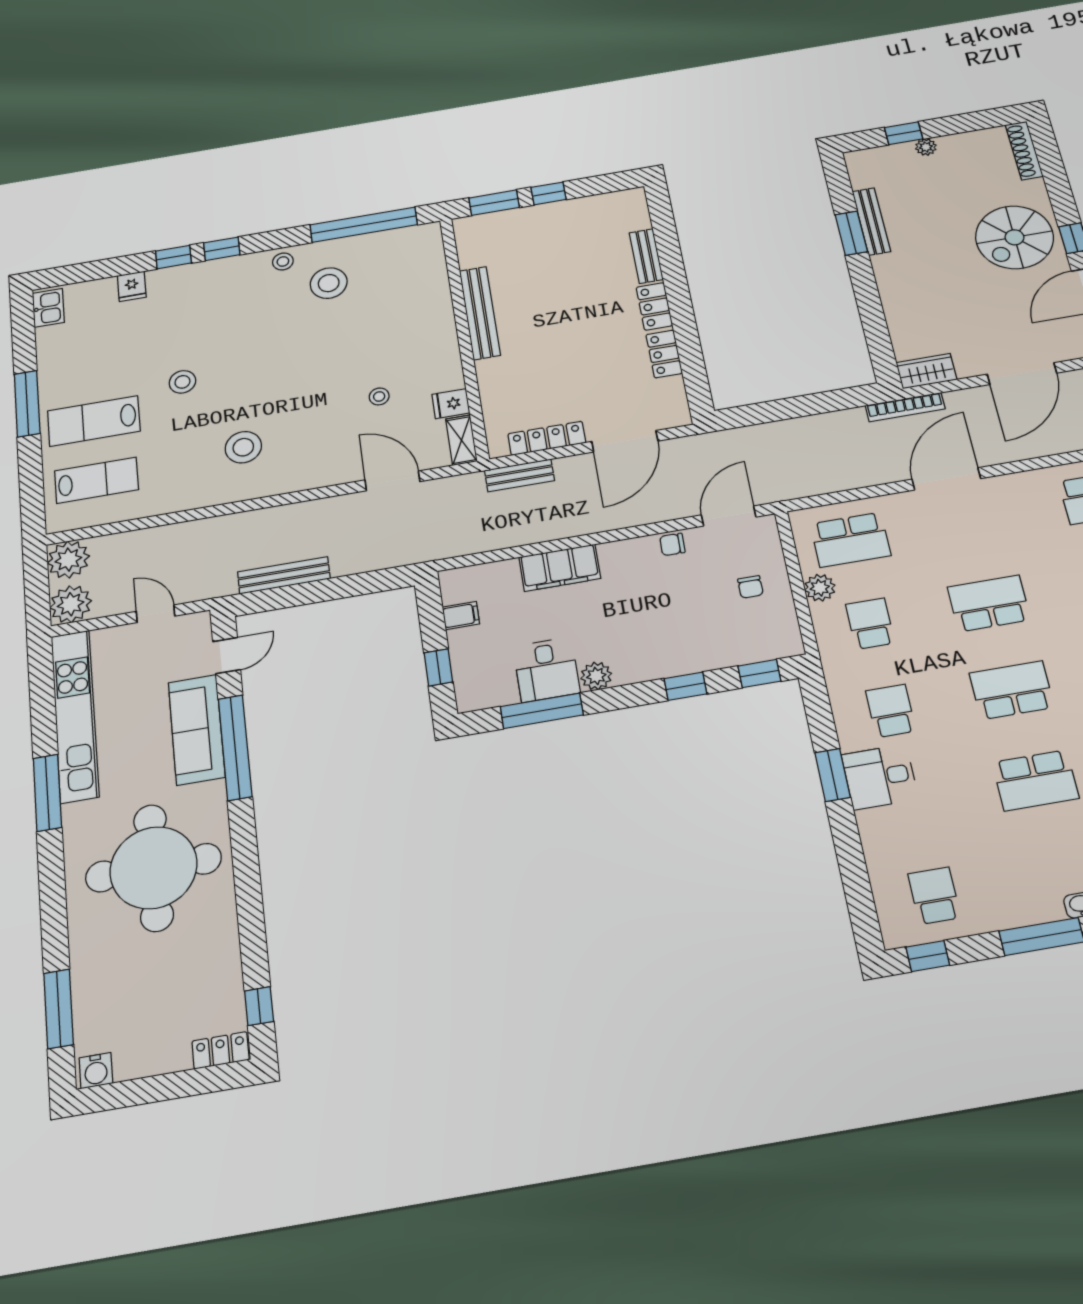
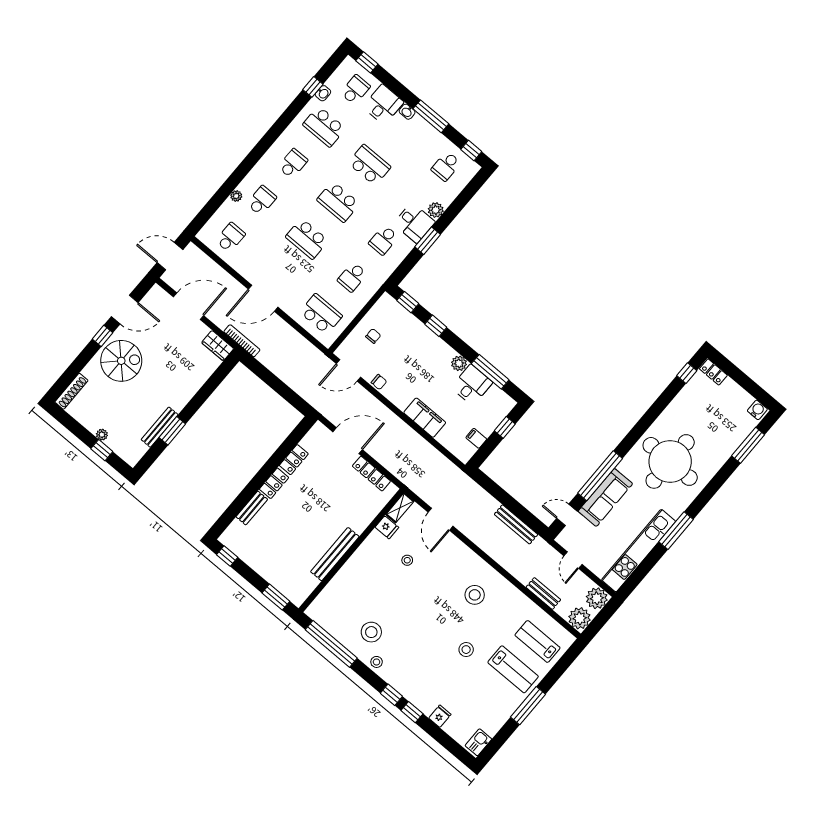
window: (549, 193) -> (227, 556), moved
bench: (519, 475) -> (543, 593), moved
plant: (820, 588) -> (436, 210), moved

